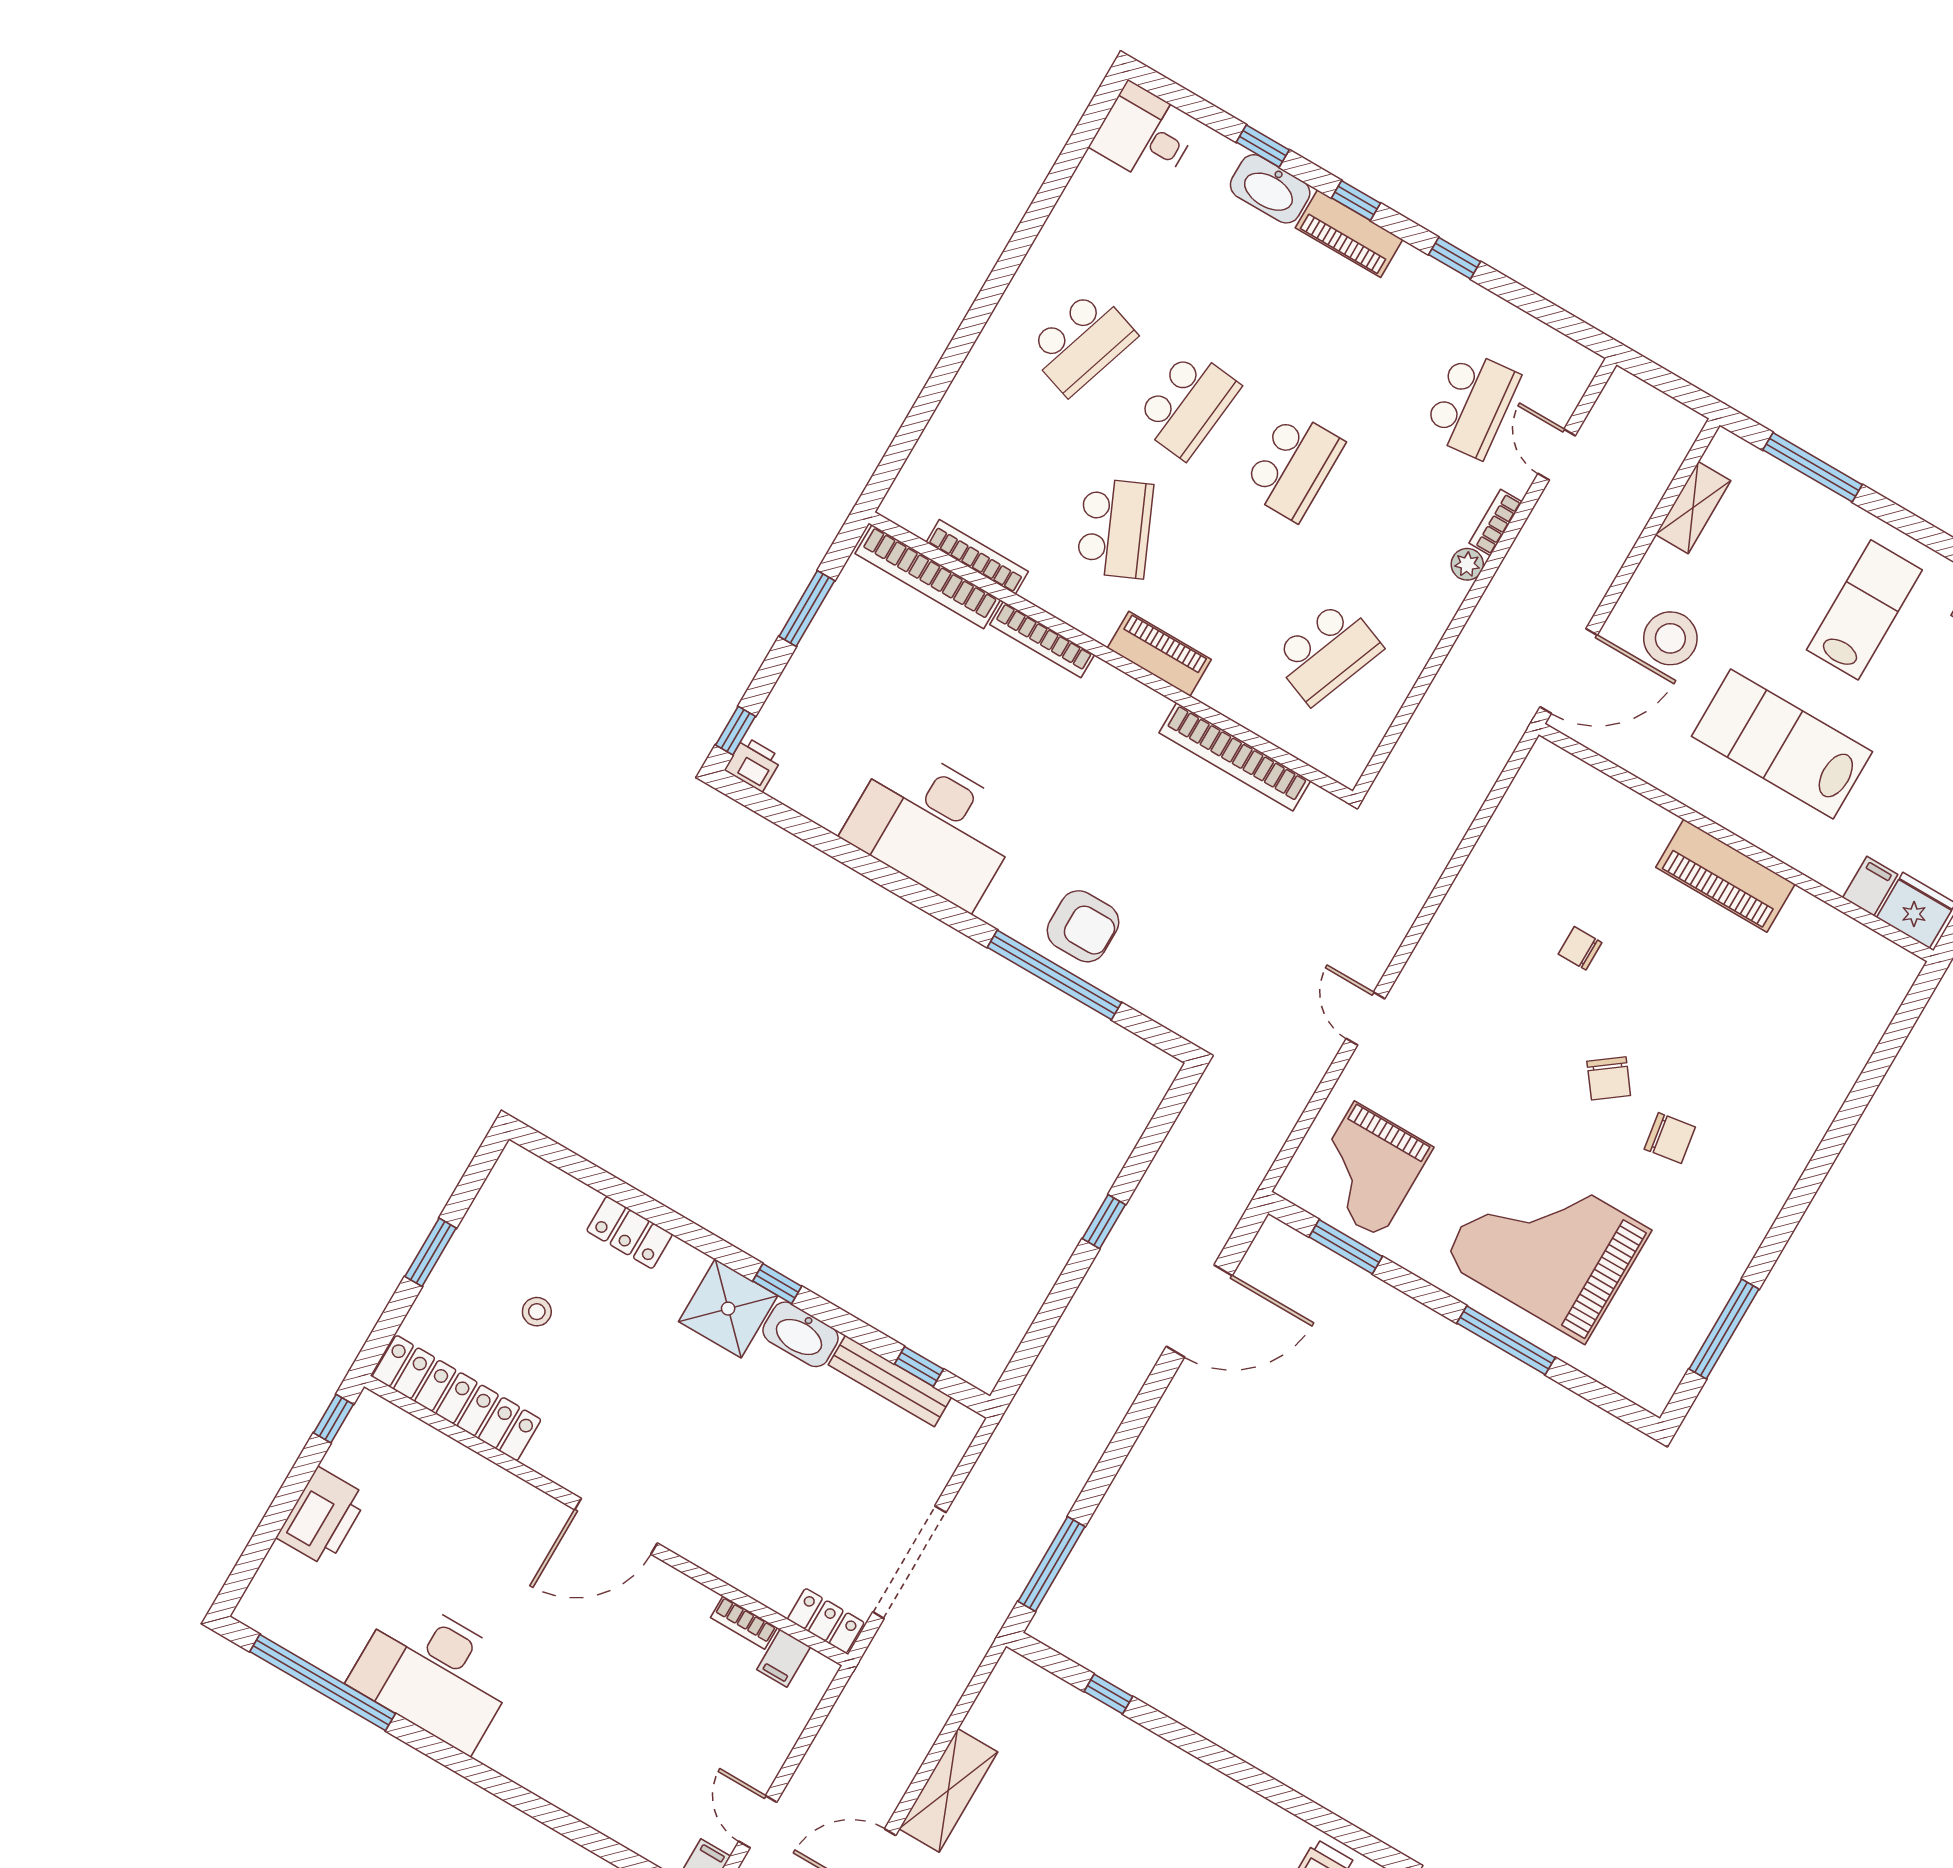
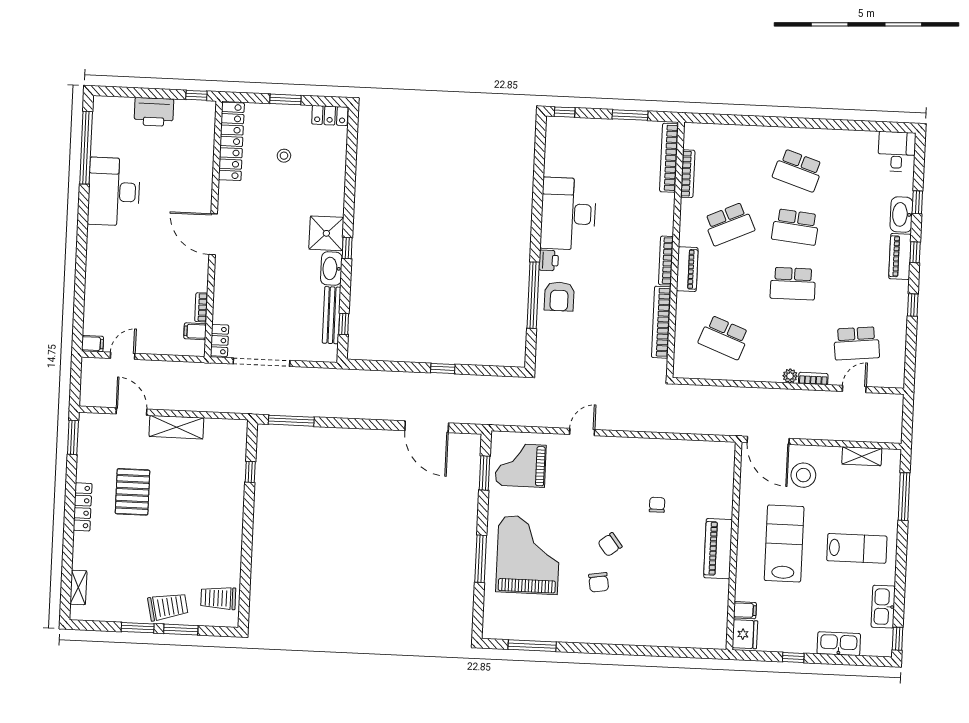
bookcase: (1042, 640) -> (666, 261), moved
printer: (753, 764) -> (549, 260), moved
locker: (629, 1232) -> (330, 115), moved, turned -90

